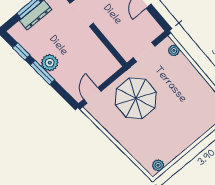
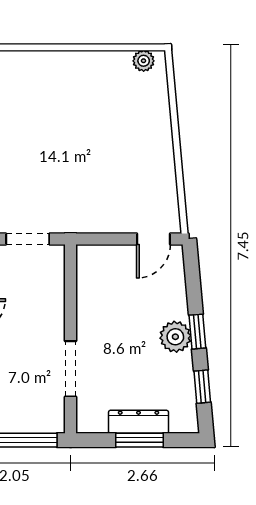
window: (42, 72) -> (197, 332), width x0.67
parasol: (136, 98) -> (95, 183), removed

